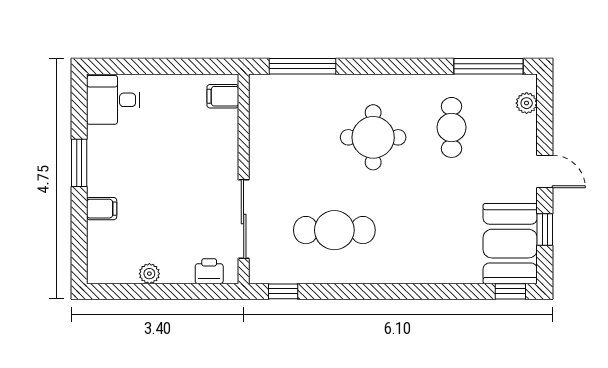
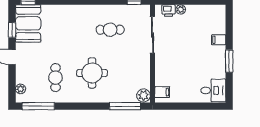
plant: (263, 89) -> (143, 95), added
cafe table: (334, 230) -> (110, 30), width x0.73, depth x0.74
plant: (149, 274) -> (181, 9), moved

